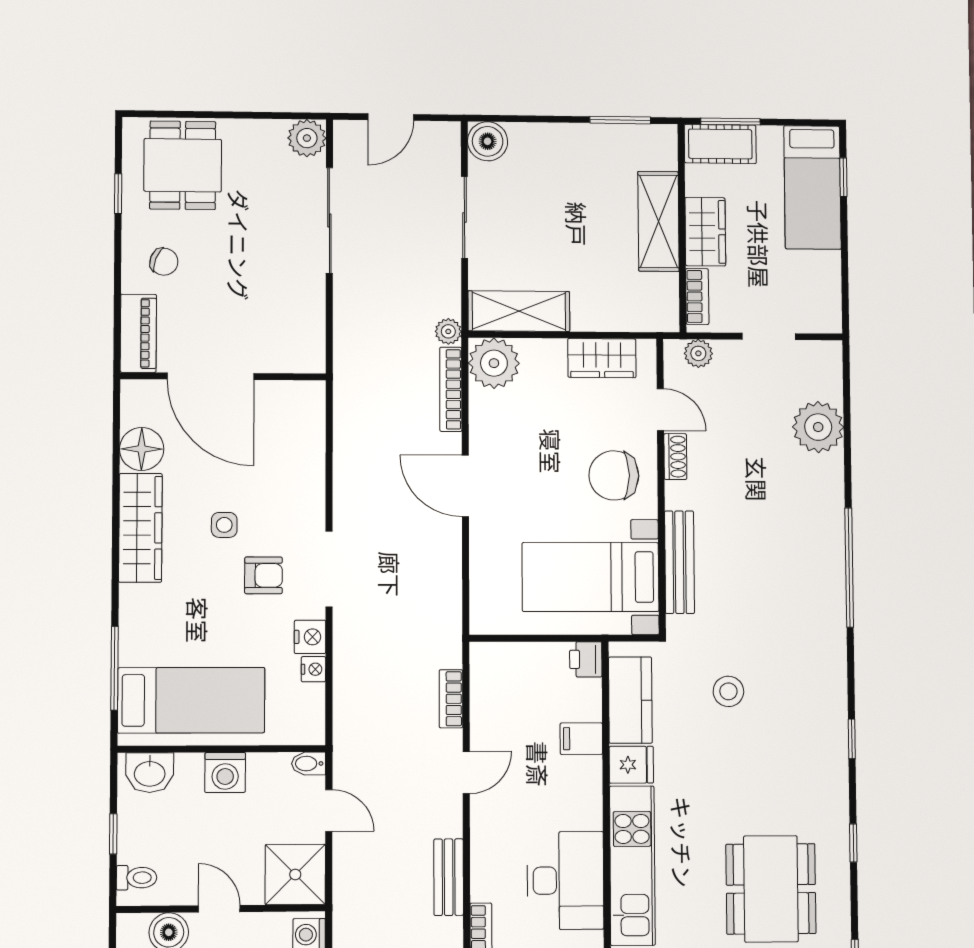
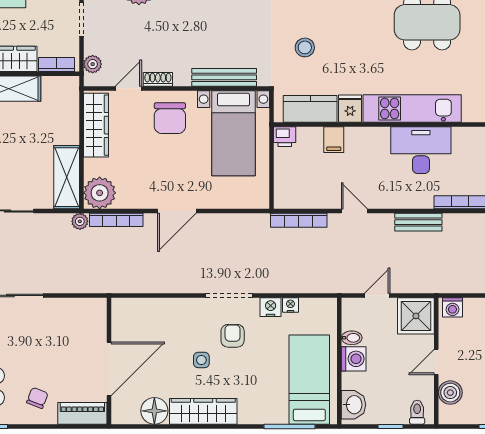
wardrobe: (602, 358) -> (96, 125), width x1.50
bookcase: (451, 699) -> (299, 220), width x1.56
bidet: (308, 764) -> (352, 338), moved, turned -90

